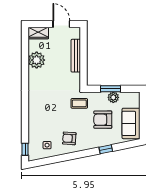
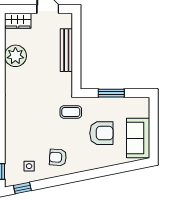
plant: (113, 97) -> (115, 104), removed
armchair: (103, 120) -> (101, 133), turned 180
window: (106, 149) -> (22, 188), moved

